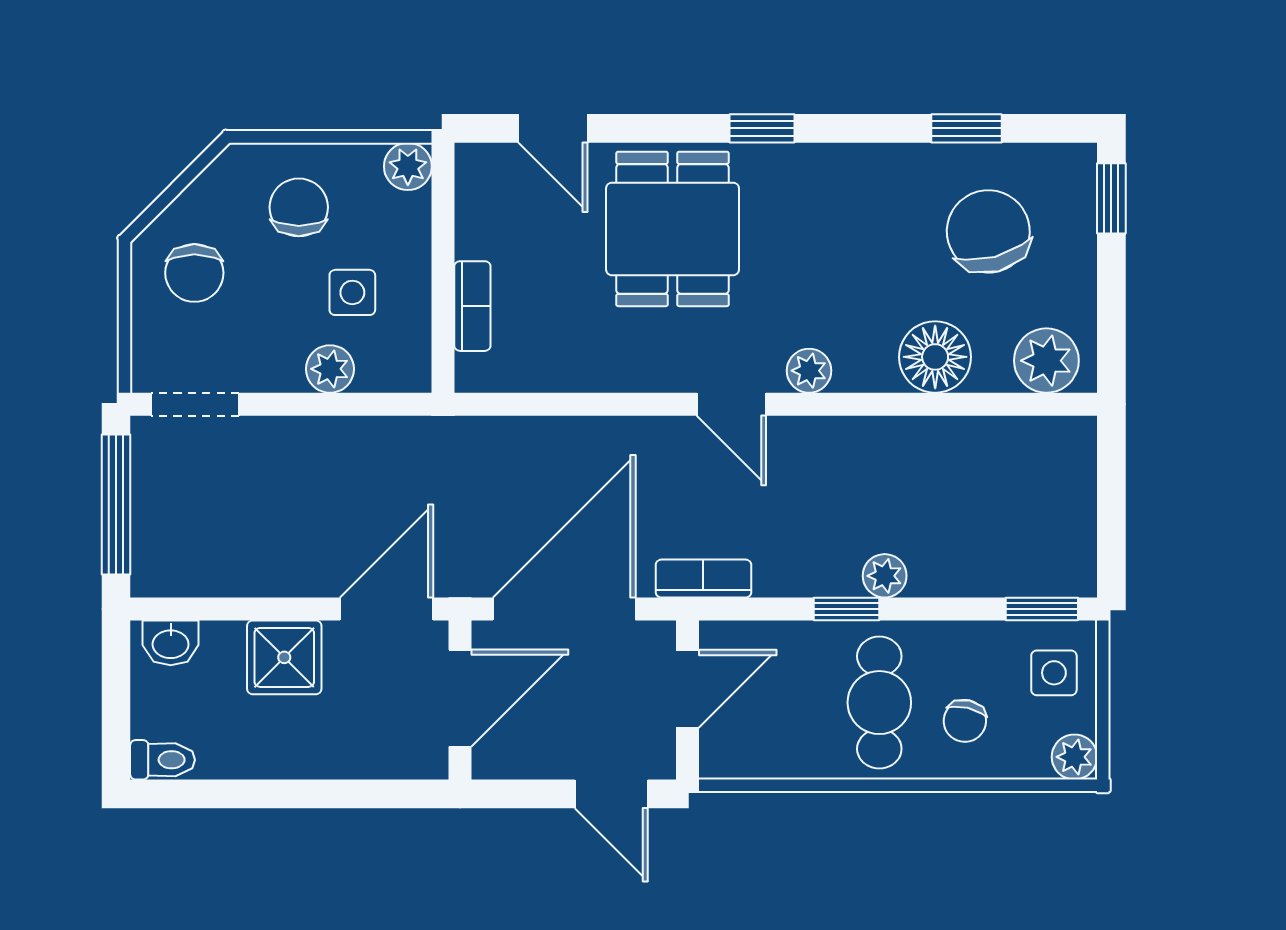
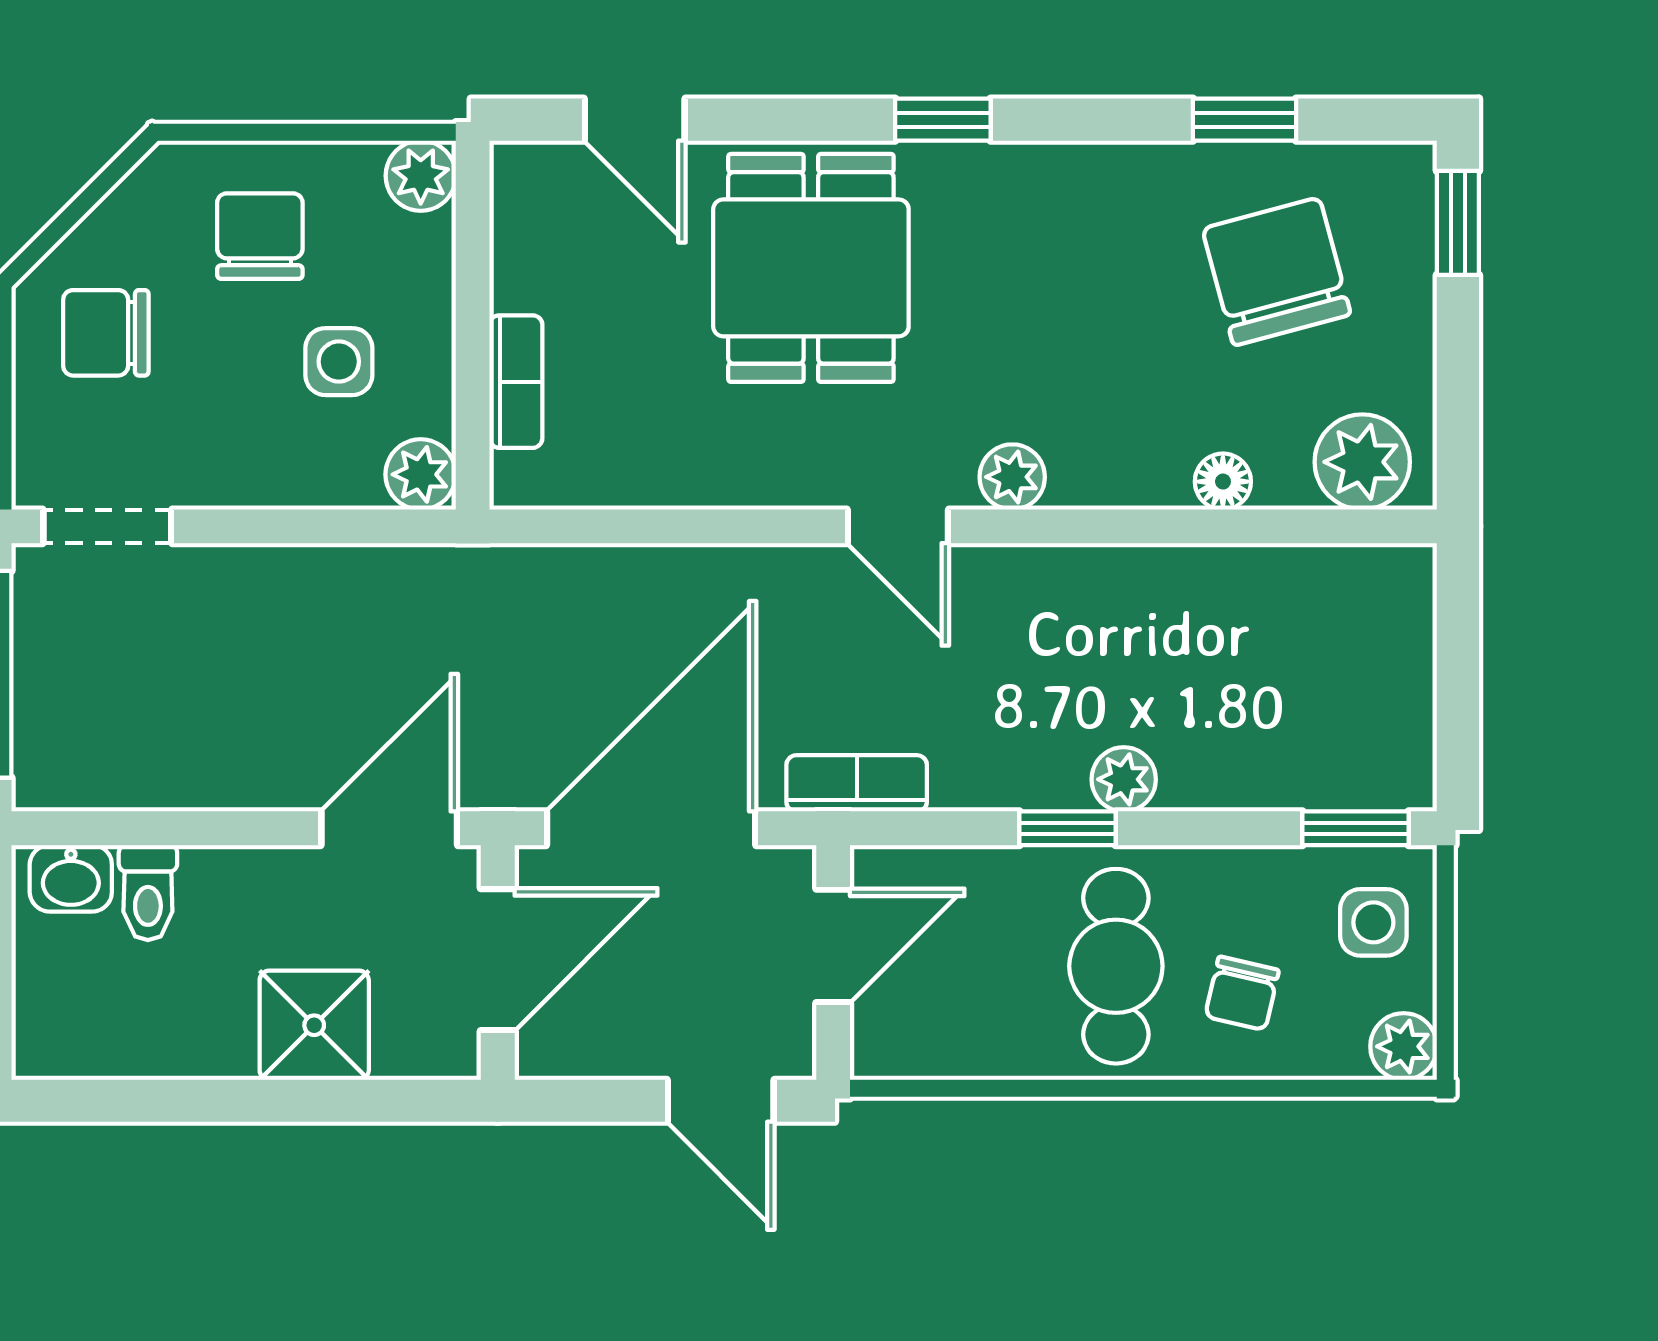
chair: (194, 273) -> (106, 333), turned 90
floor lamp: (935, 357) -> (1223, 482), width x0.53, depth x0.53
plant: (330, 369) -> (421, 474), moved
shower: (284, 657) -> (314, 1025), moved
toilet: (163, 760) -> (148, 893), moved, turned 90

